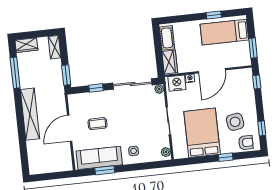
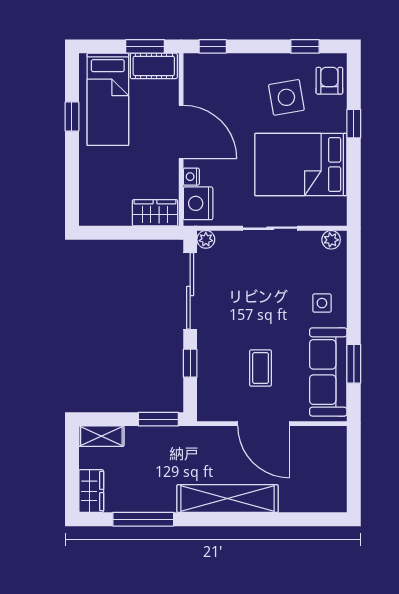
cot: (167, 38) -> (154, 66), moved

